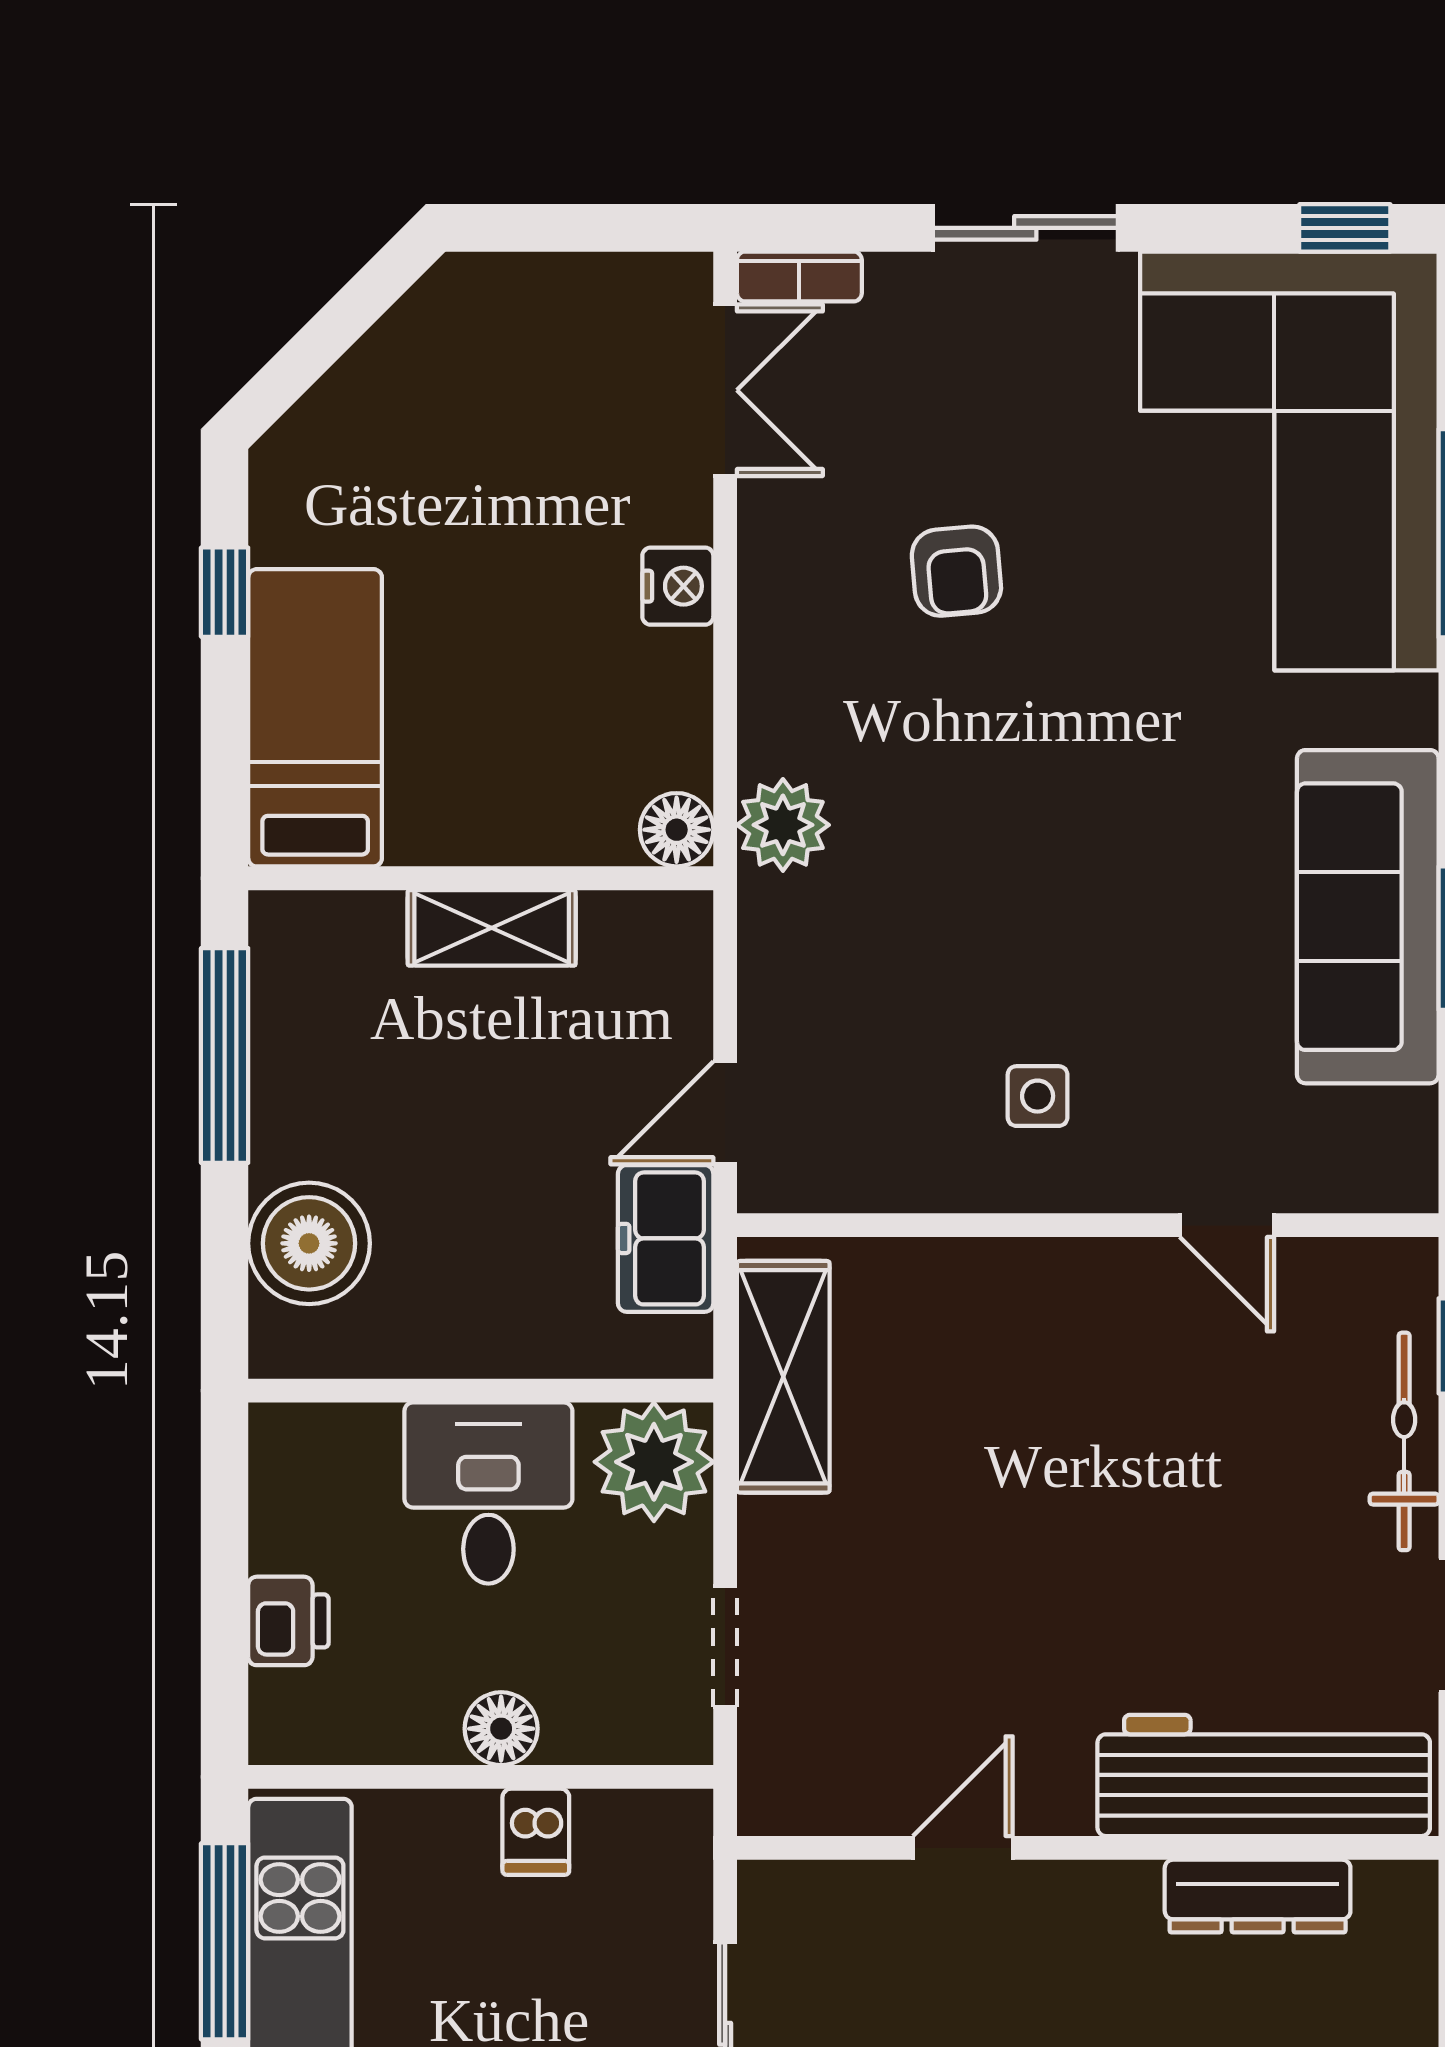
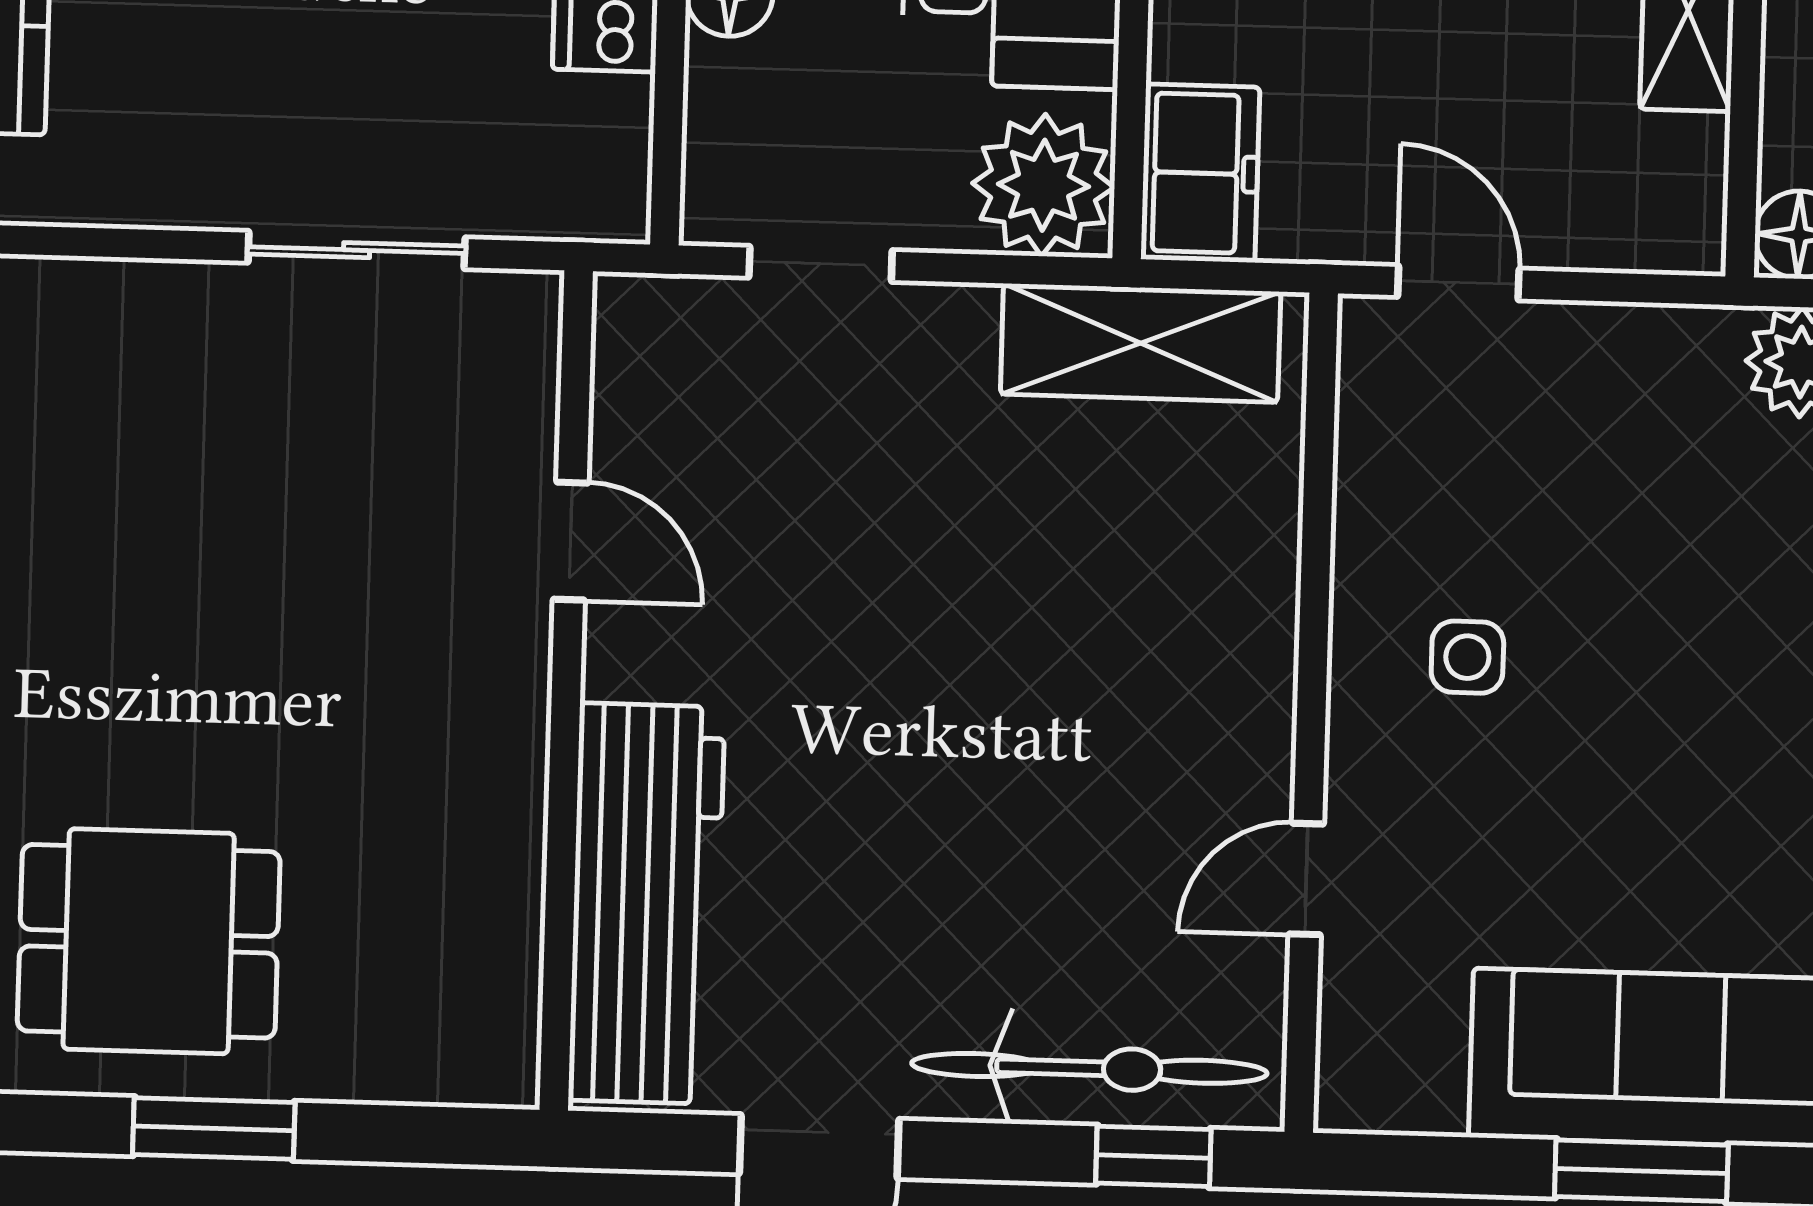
freezer: (666, 1238) -> (1200, 173), moved, turned 90
bicycle: (1404, 1441) -> (1089, 1068), width x1.37, depth x1.40
dresser: (1258, 1896) -> (502, 892), removed

